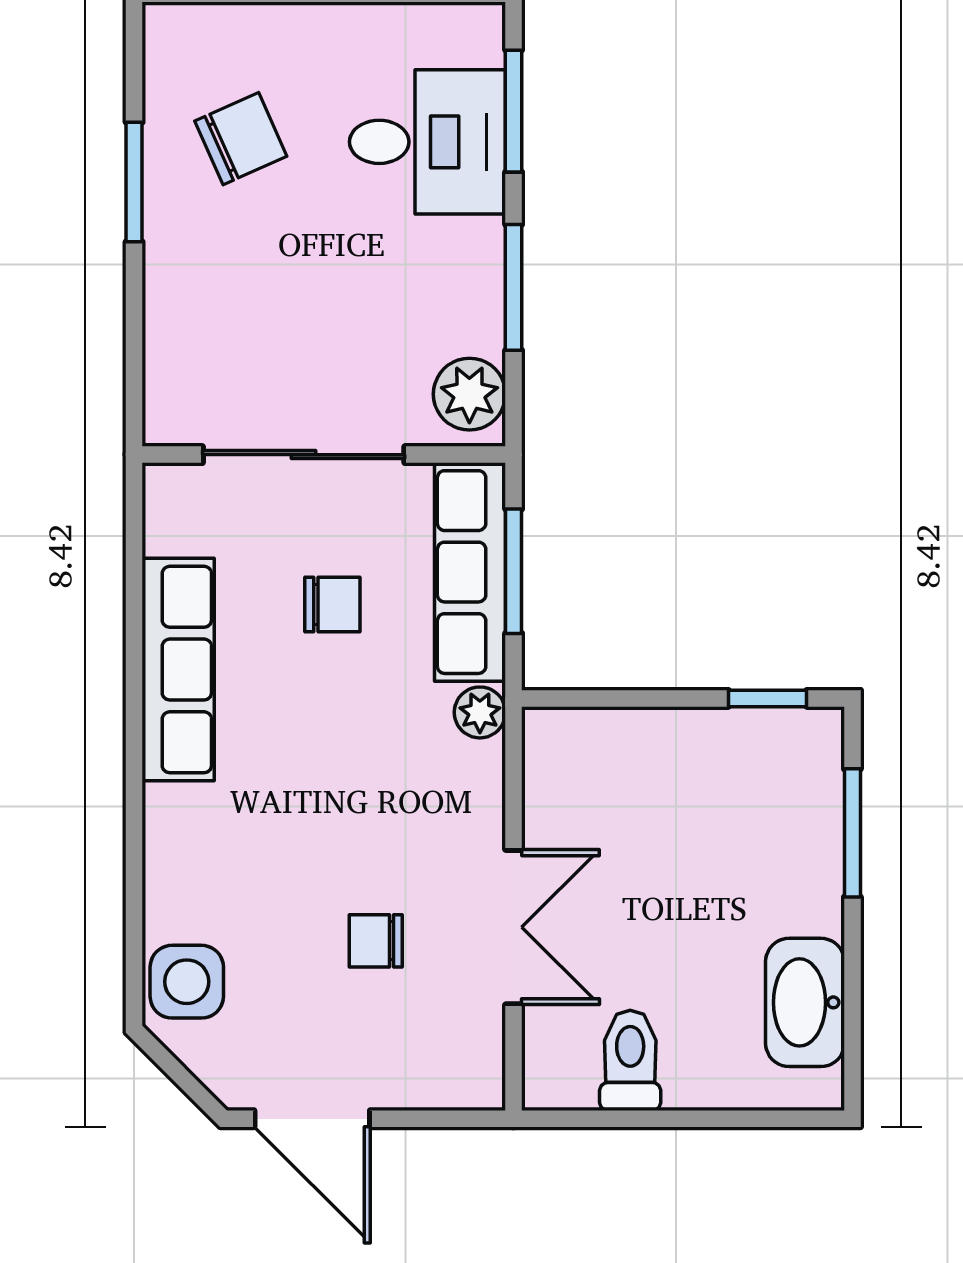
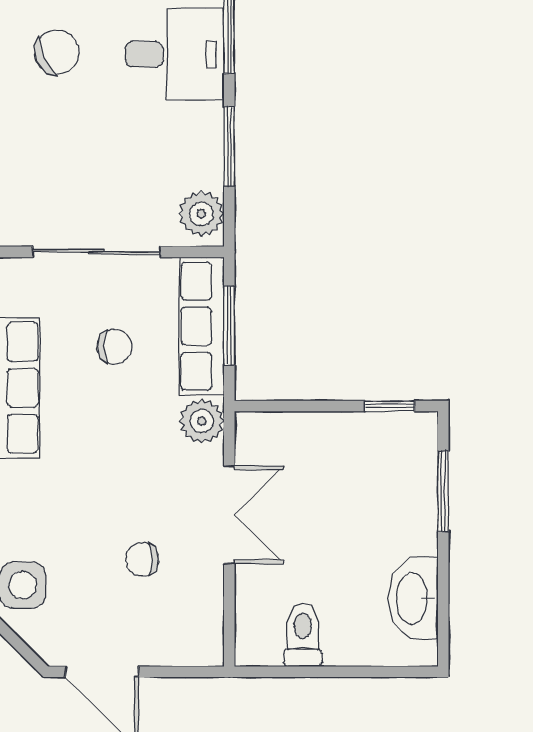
plant: (480, 712) -> (202, 421), width x1.38, depth x1.38
double door: (514, 927) -> (229, 515), moved

